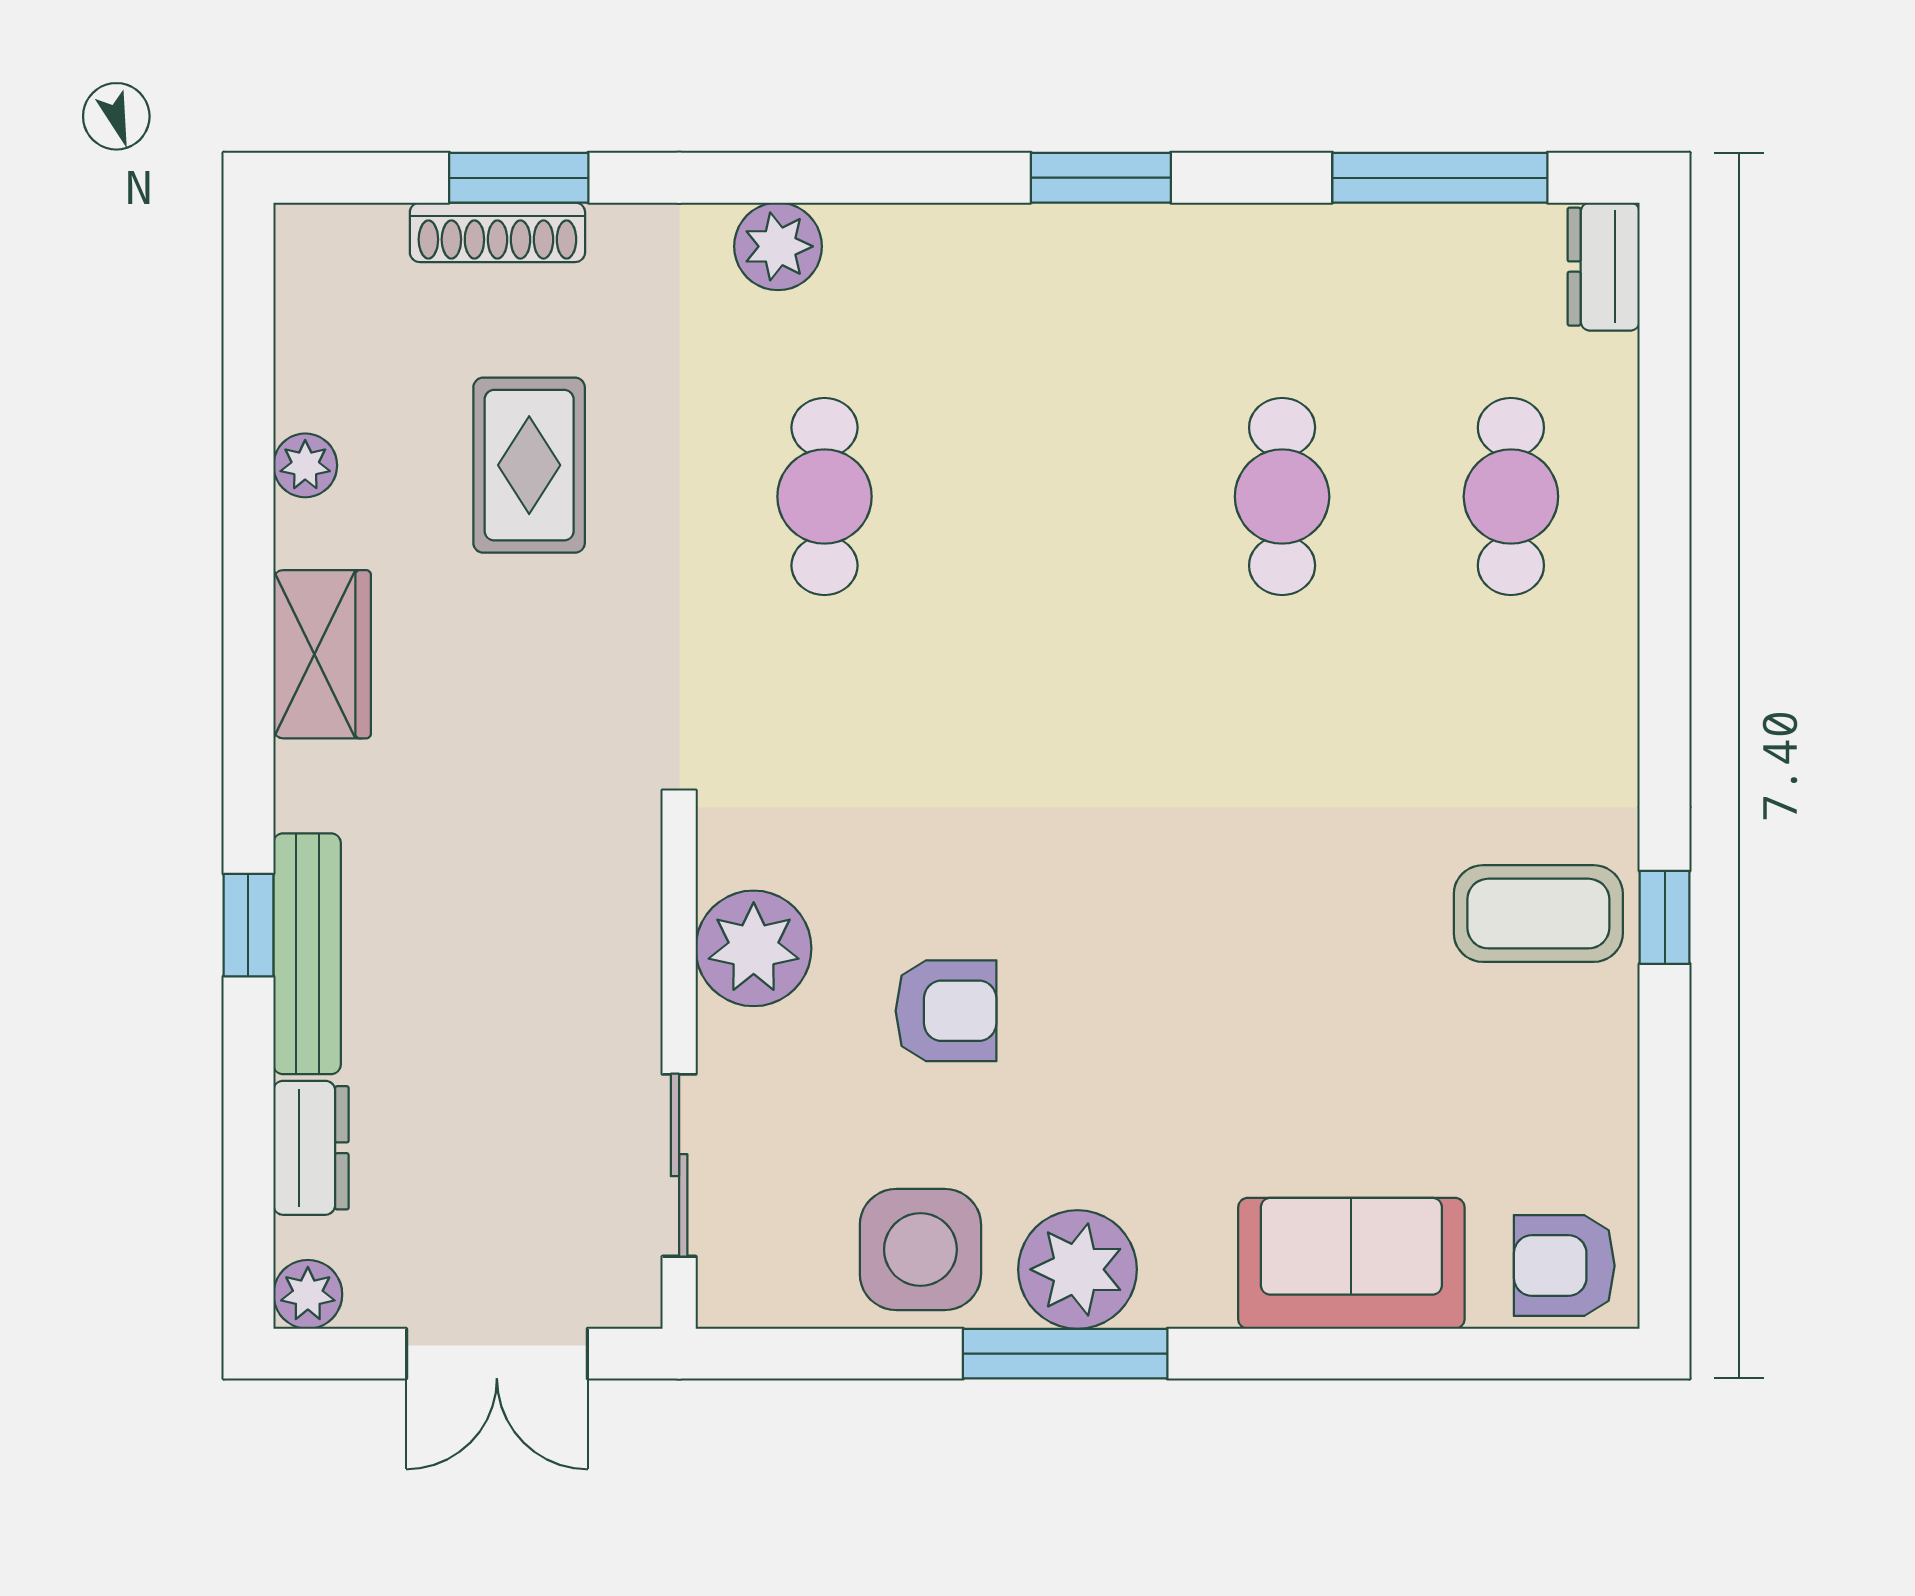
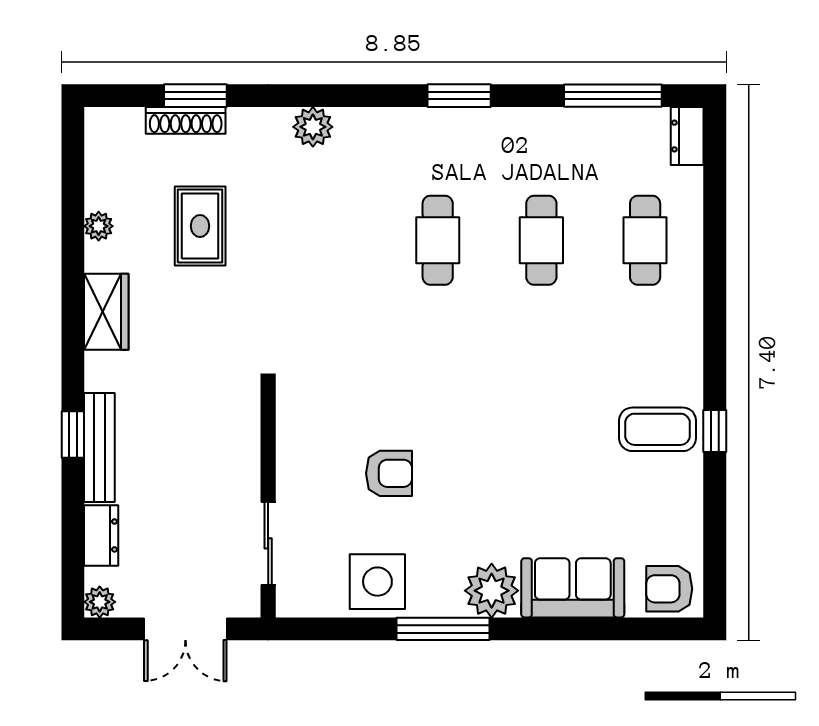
cafe table: (824, 497) -> (438, 240), moved
plant: (754, 948) -> (302, 445), removed
plant: (1077, 1269) -> (492, 591), moved

